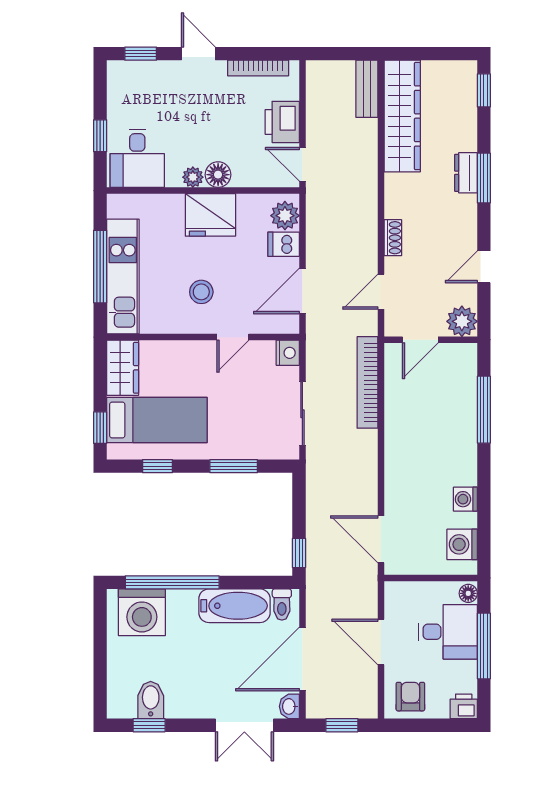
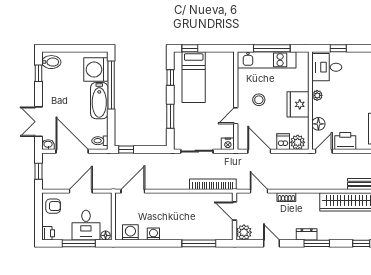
dresser: (466, 173) -> (307, 234), moved
floor lamp: (218, 175) -> (318, 124), moved
door: (233, 337) -> (236, 116), hinge flipped
wardrobe: (123, 368) -> (220, 60), removed
bathtub: (234, 606) -> (99, 101), moved
bidet: (151, 700) -> (51, 62), moved

